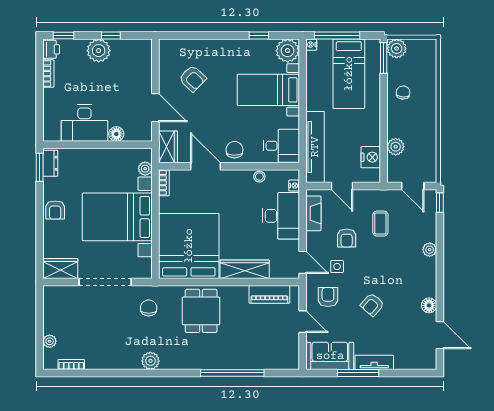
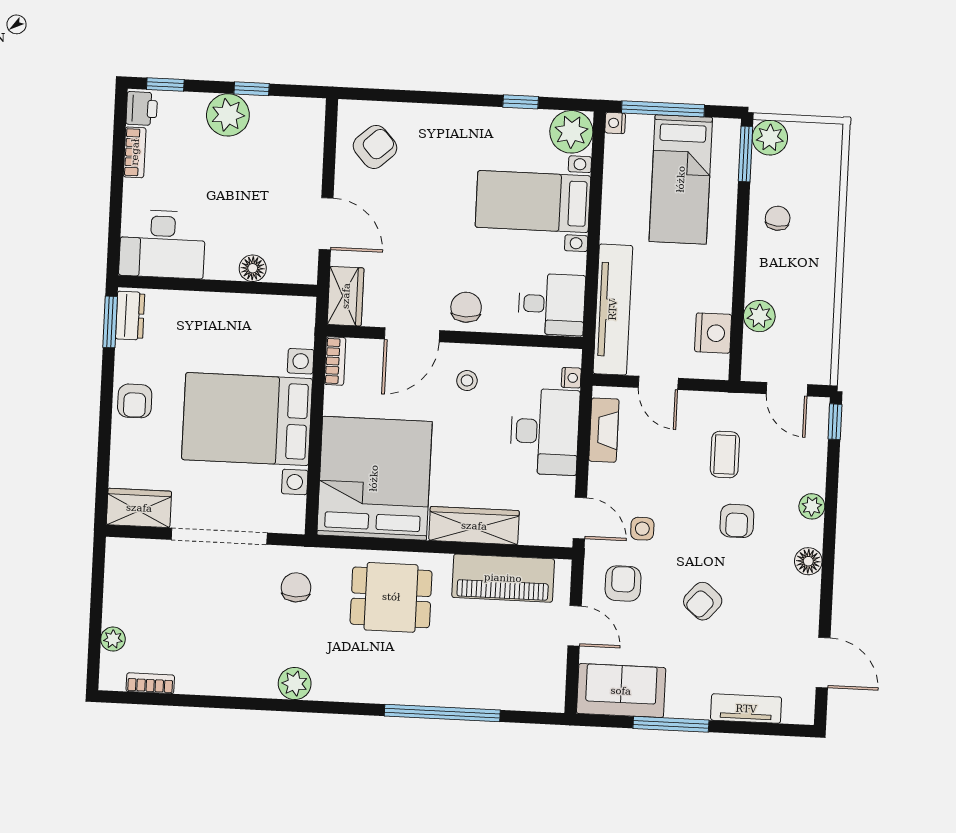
armchair: (193, 79) -> (375, 147), moved, turned -86
desk: (84, 123) -> (162, 244), moved
door: (206, 166) -> (412, 335), swing flipped
plant: (145, 169) -> (302, 334), removed
stool: (259, 177) -> (467, 381), moved
armchair: (347, 238) -> (737, 521), moved
piano: (269, 294) -> (503, 578), width x1.37, depth x1.33
floor lamp: (429, 305) -> (808, 561), moved
dining table: (201, 311) -> (391, 597), turned 90
tv unit: (374, 362) -> (746, 709), moved

